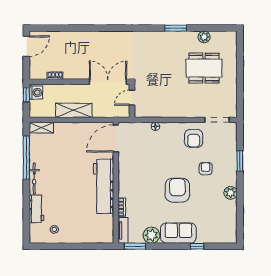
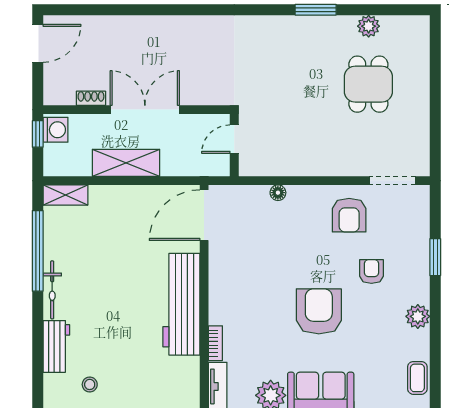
dining table: (204, 68) -> (368, 84), width x0.73
double door: (108, 82) -> (145, 110), moved
coffee table: (230, 226) -> (417, 378), added

